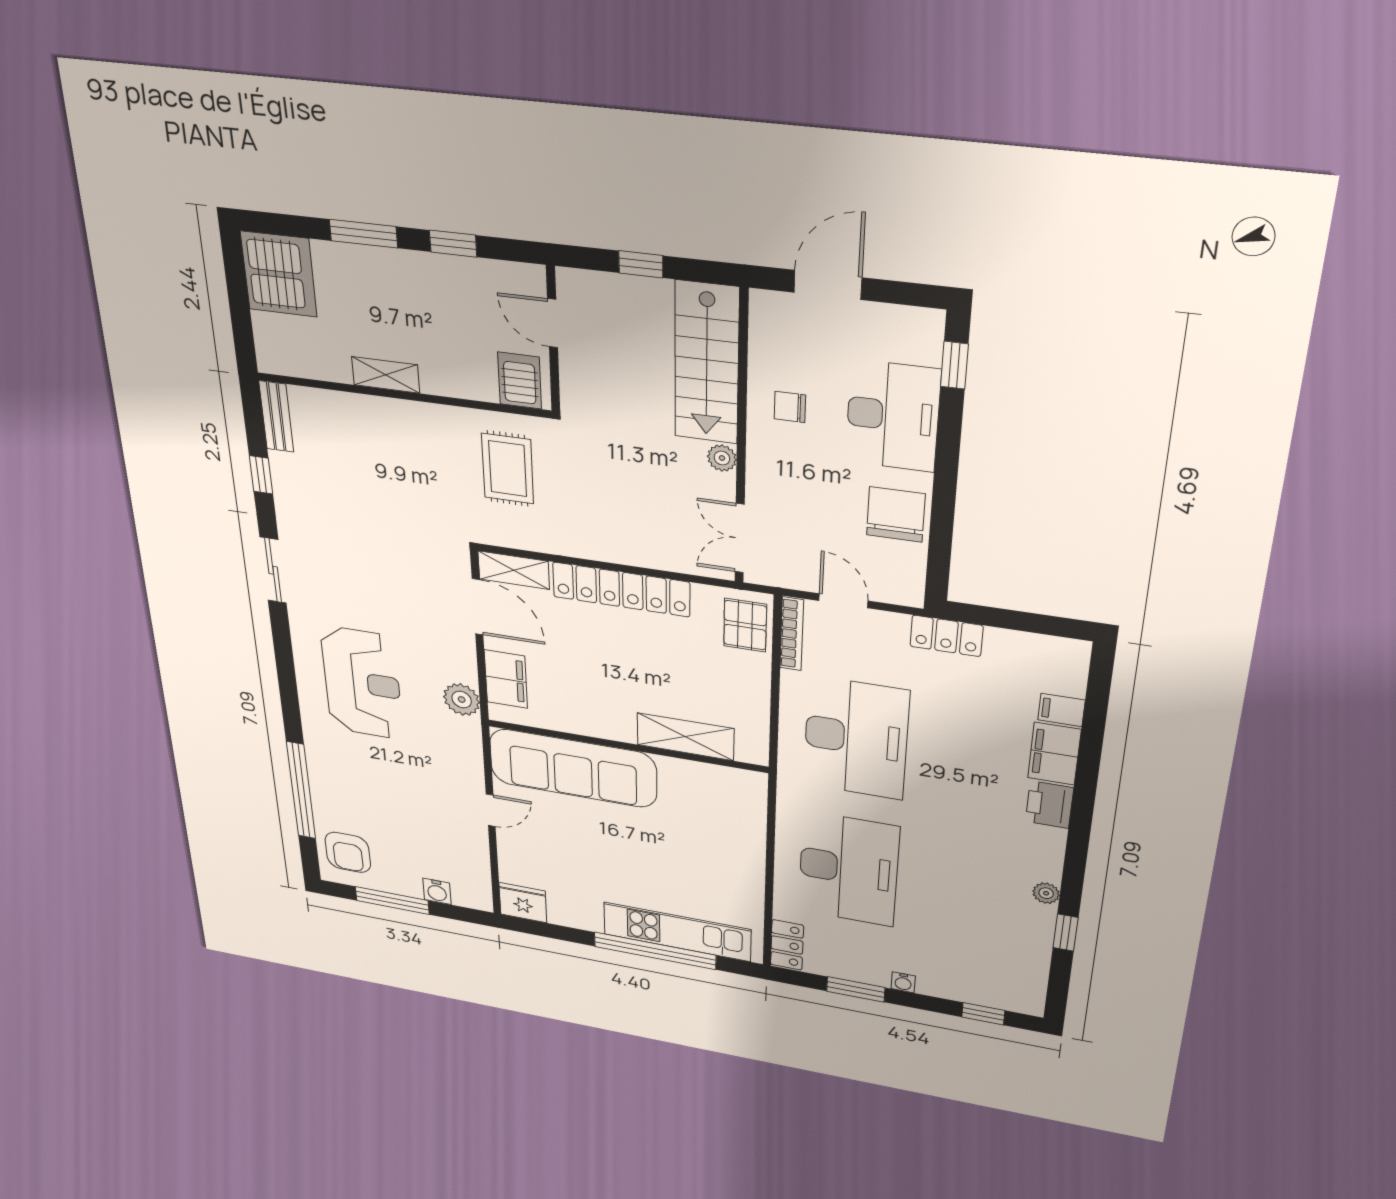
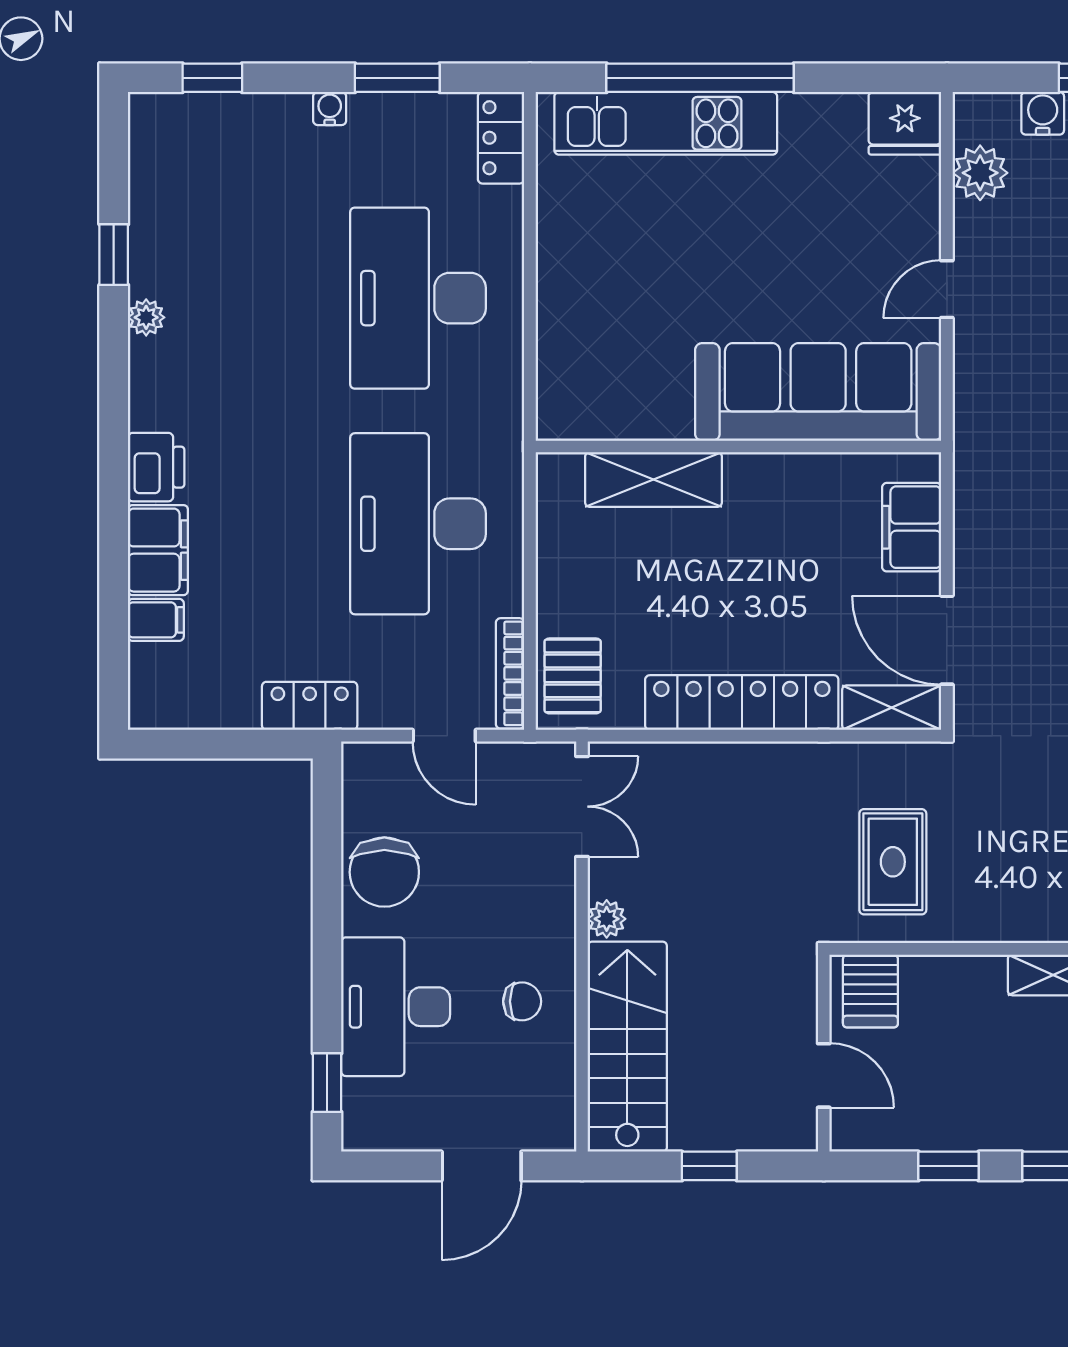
plant: (462, 700) -> (980, 173), moved

